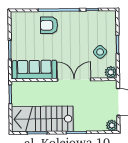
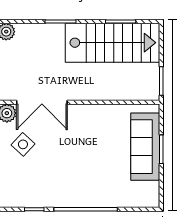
armchair: (49, 25) -> (101, 186), removed
sofa: (34, 70) -> (145, 147), moved, turned 90
double door: (74, 80) -> (42, 102), moved

